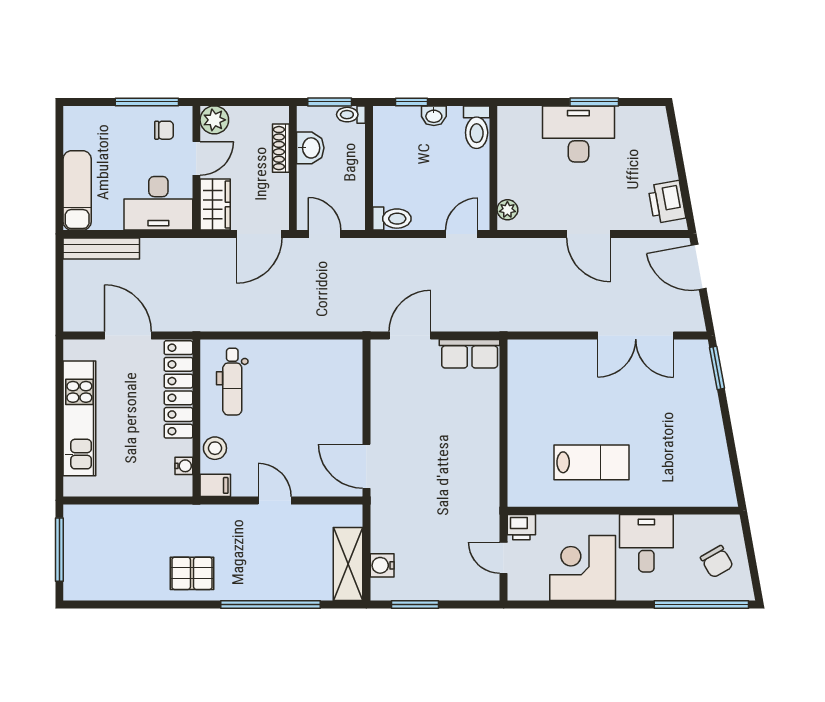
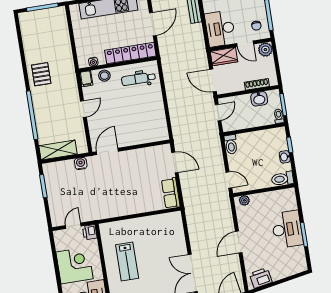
water cooler: (382, 565) -> (81, 163), moved

